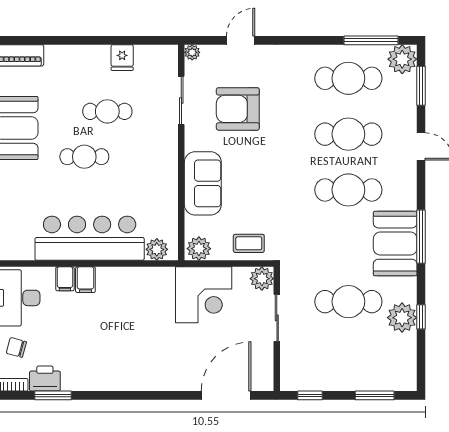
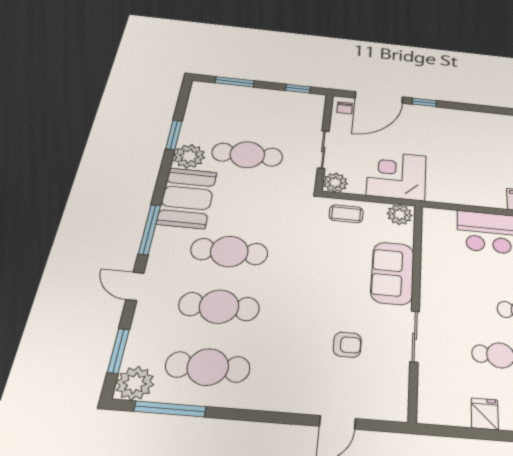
plant: (192, 52) -> (399, 413), removed
sliding door: (181, 100) -> (415, 336), moved
armchair: (238, 109) -> (347, 345), width x0.53, depth x0.53
window: (421, 237) -> (150, 229), moved
plant: (157, 249) -> (444, 218), removed
window: (421, 317) -> (174, 135), width x1.50
plant: (402, 318) -> (189, 156), moved
chair: (260, 376) -> (345, 108), added
window: (178, 395) -> (424, 102), added

